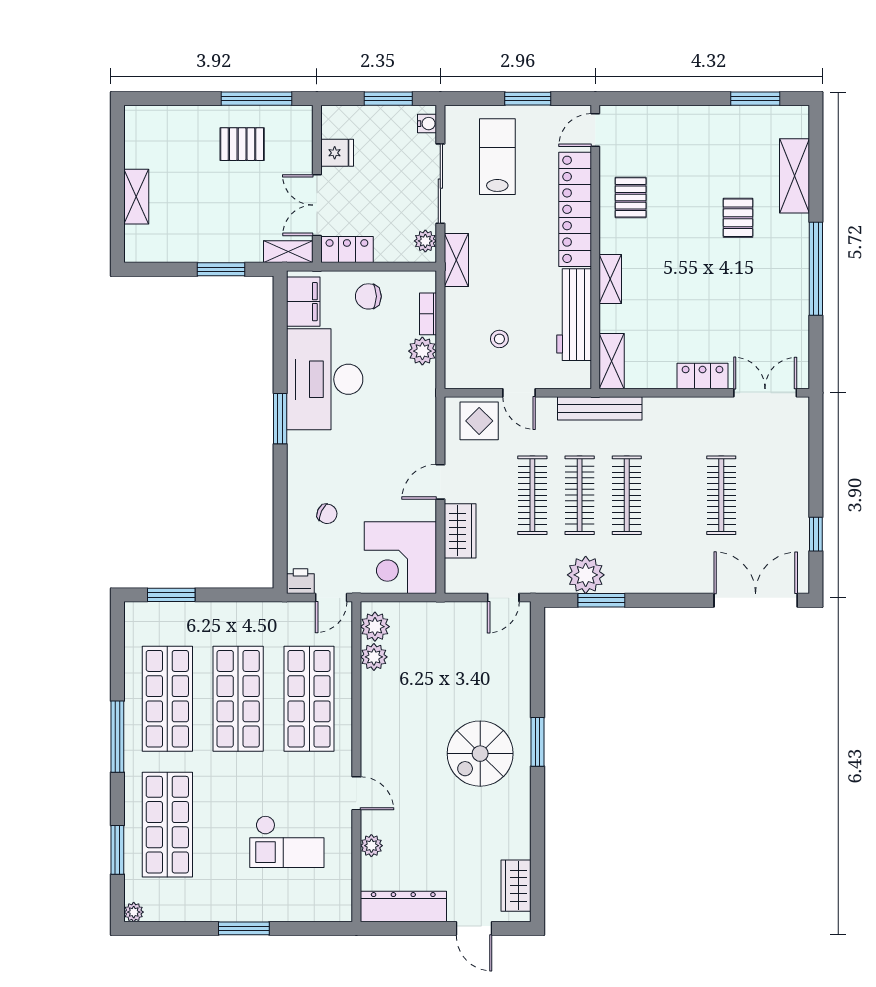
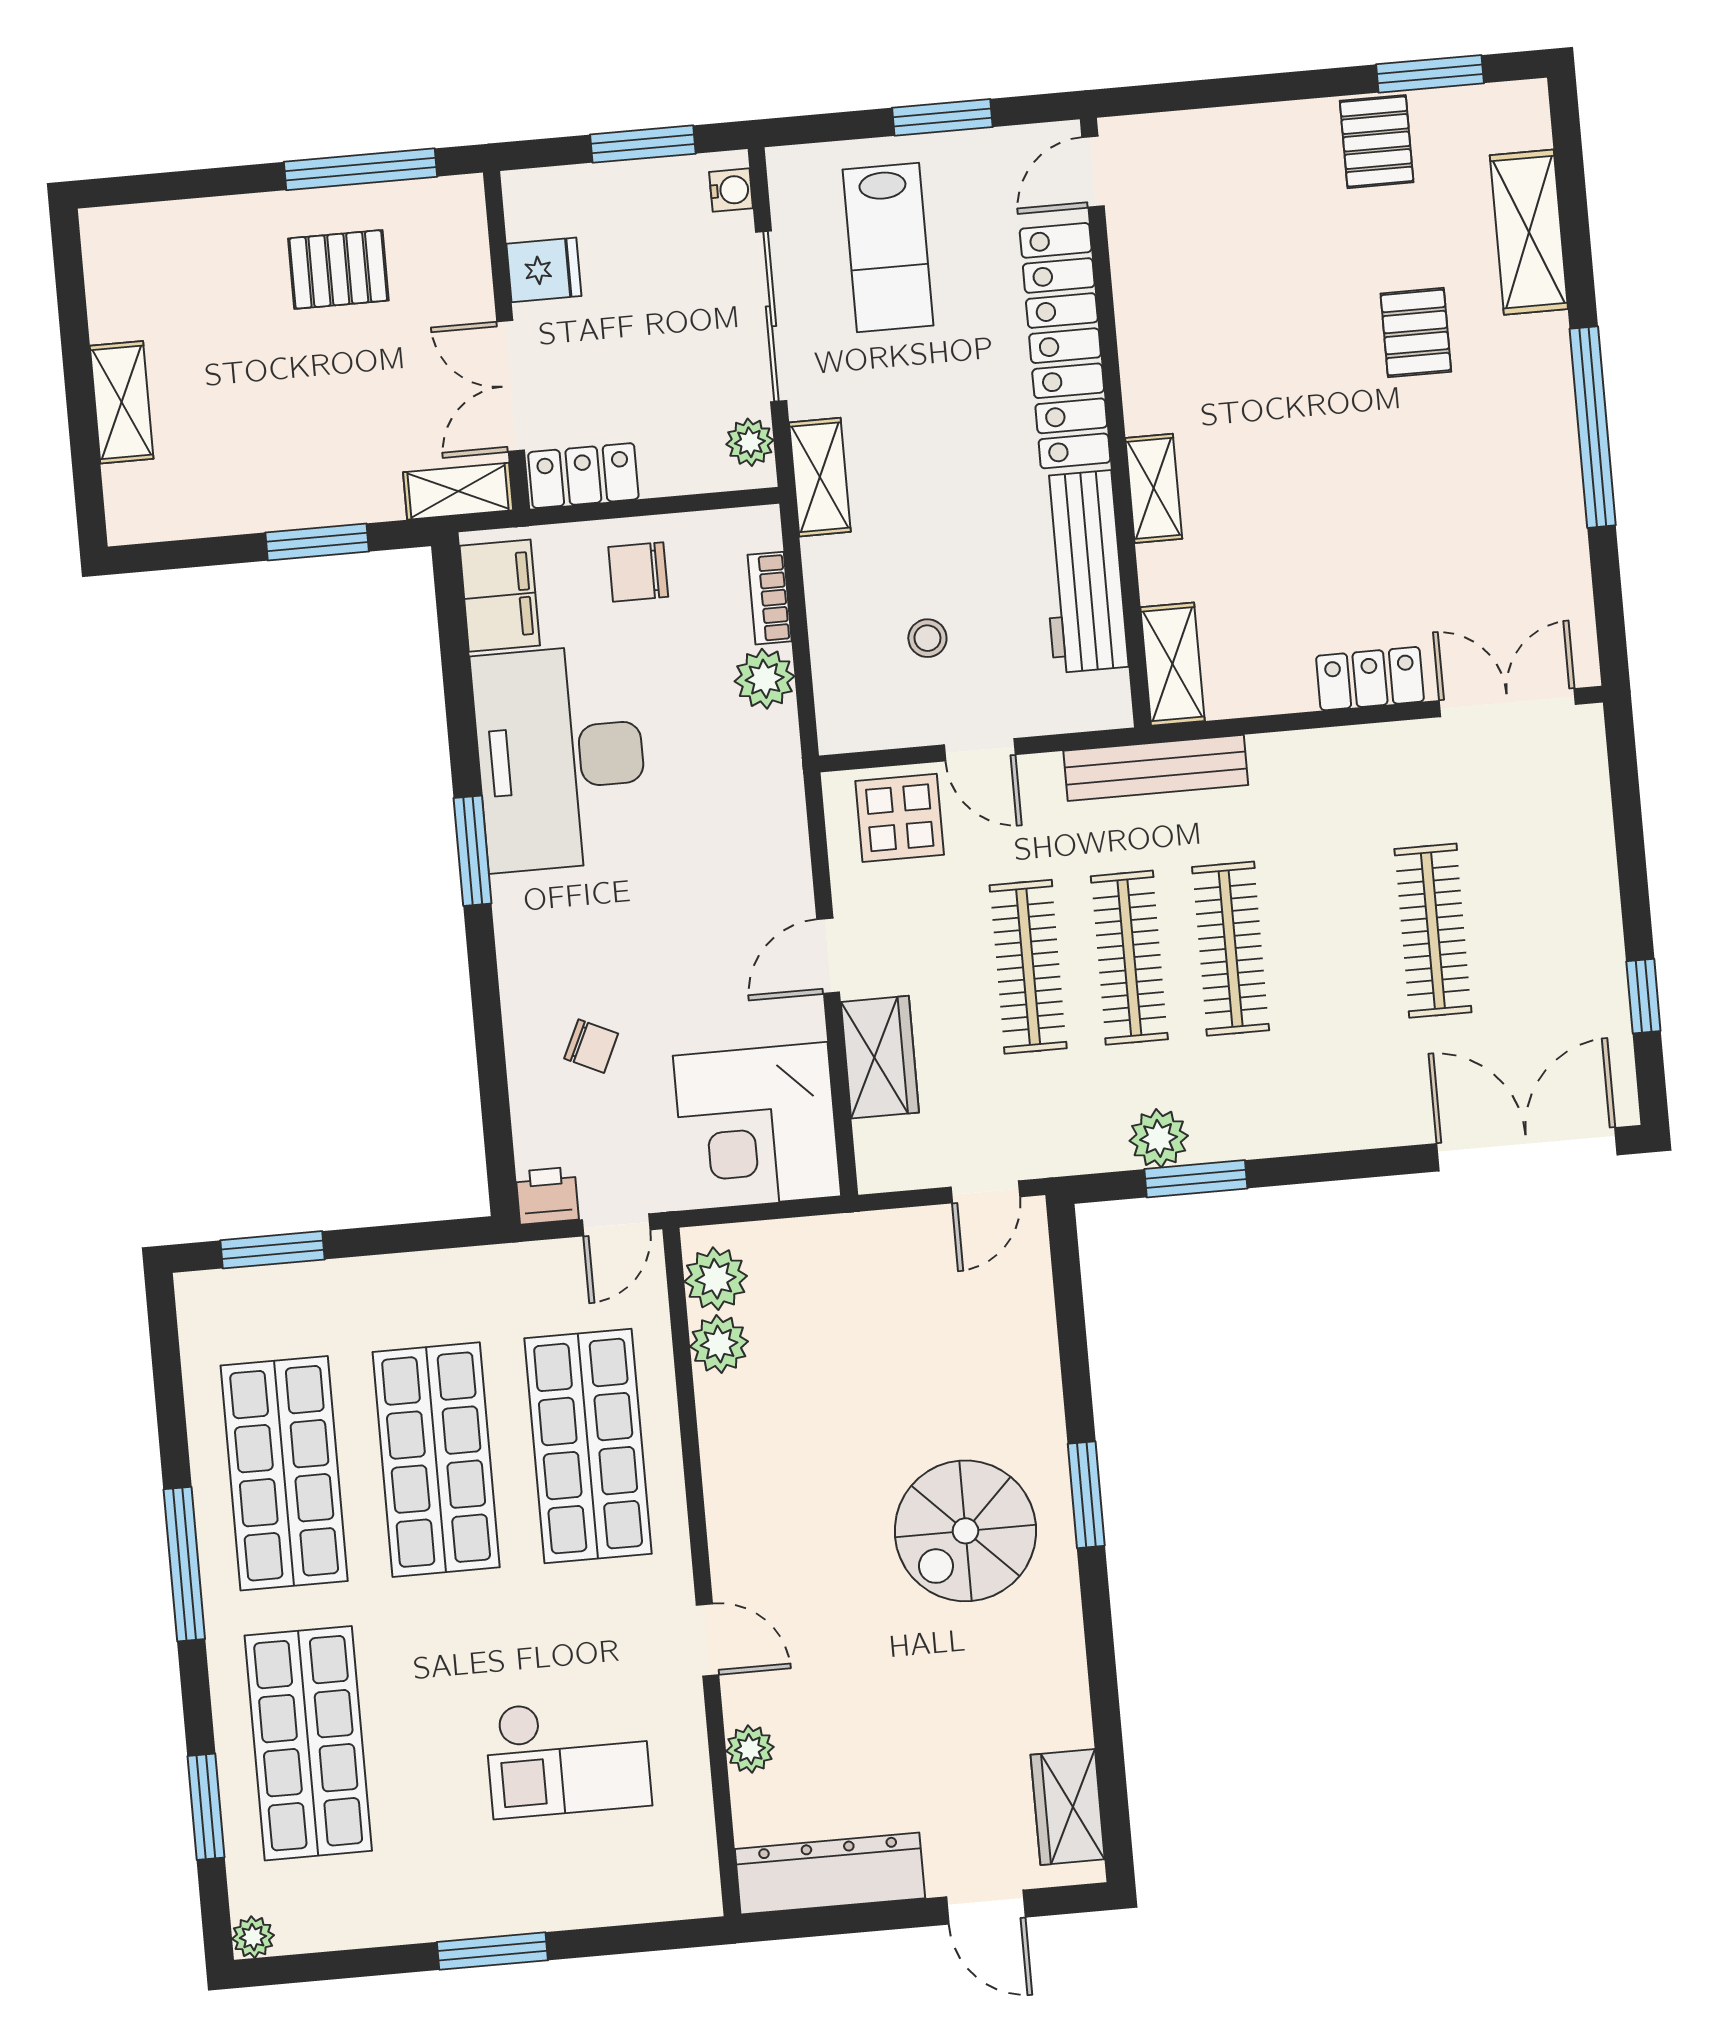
lab bench: (497, 157) -> (888, 248), turned 180
pallet: (631, 197) -> (1377, 142), moved
plant: (586, 575) -> (1159, 1138), width x0.73, depth x0.73

